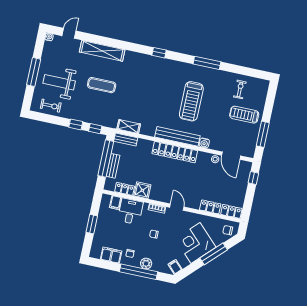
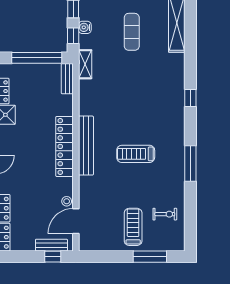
treadmill: (191, 101) -> (136, 154), width x0.73, depth x0.73
shelving: (129, 126) -> (85, 64), moved
window: (263, 134) -> (150, 257), moved
water cooler: (204, 143) -> (85, 27), moved
bench: (113, 166) -> (51, 245), moved

